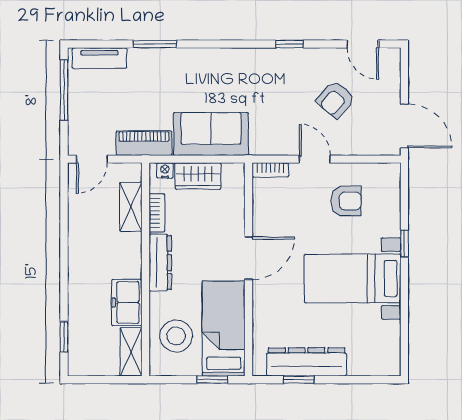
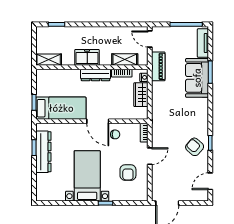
armchair: (335, 100) -> (195, 147), moved
sofa: (211, 134) -> (197, 78), moved, turned 180
chair: (274, 225) -> (115, 134), added
freezer: (127, 303) -> (87, 57), moved
stool: (176, 336) -> (57, 83), removed

